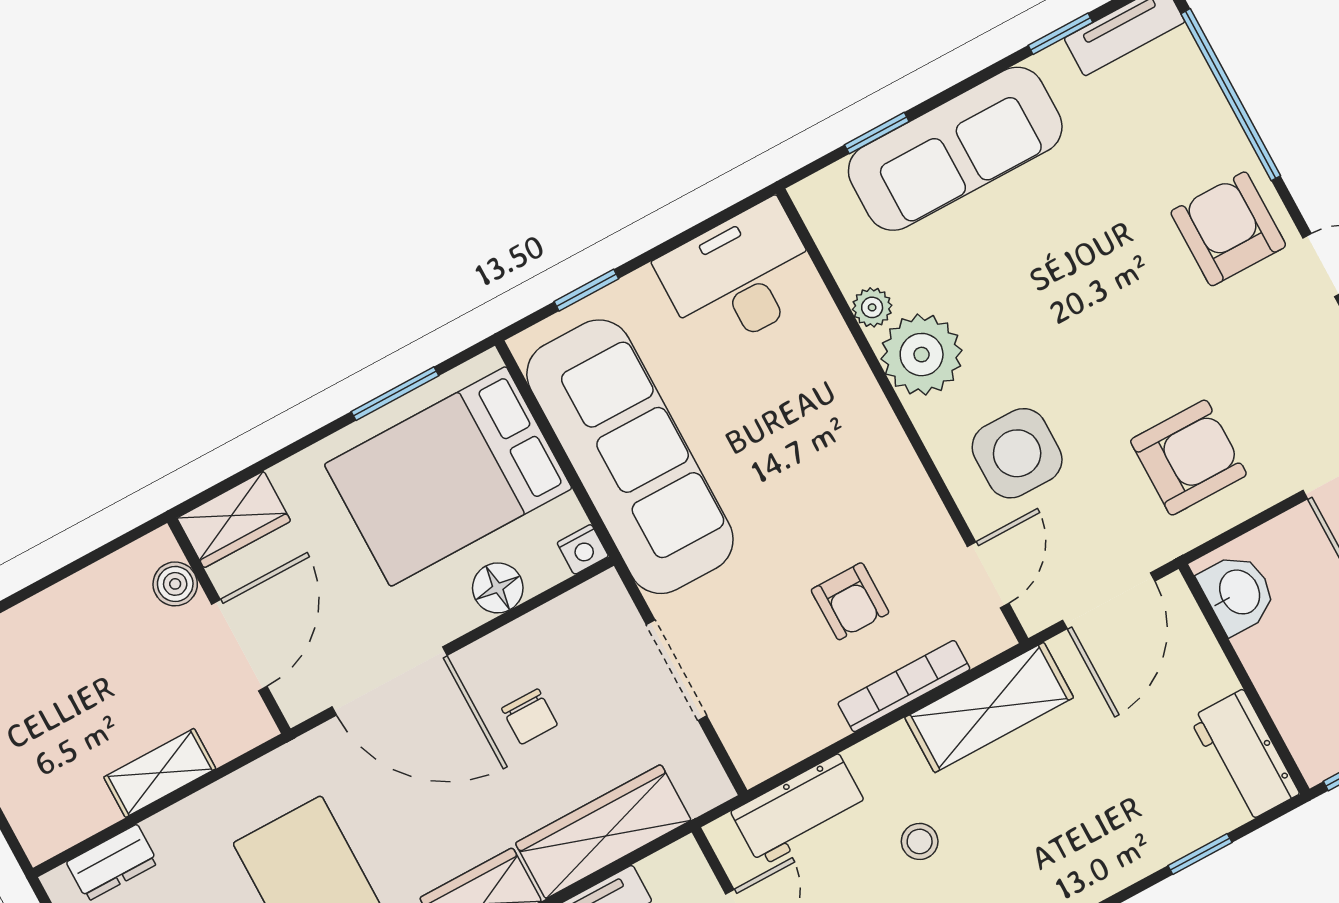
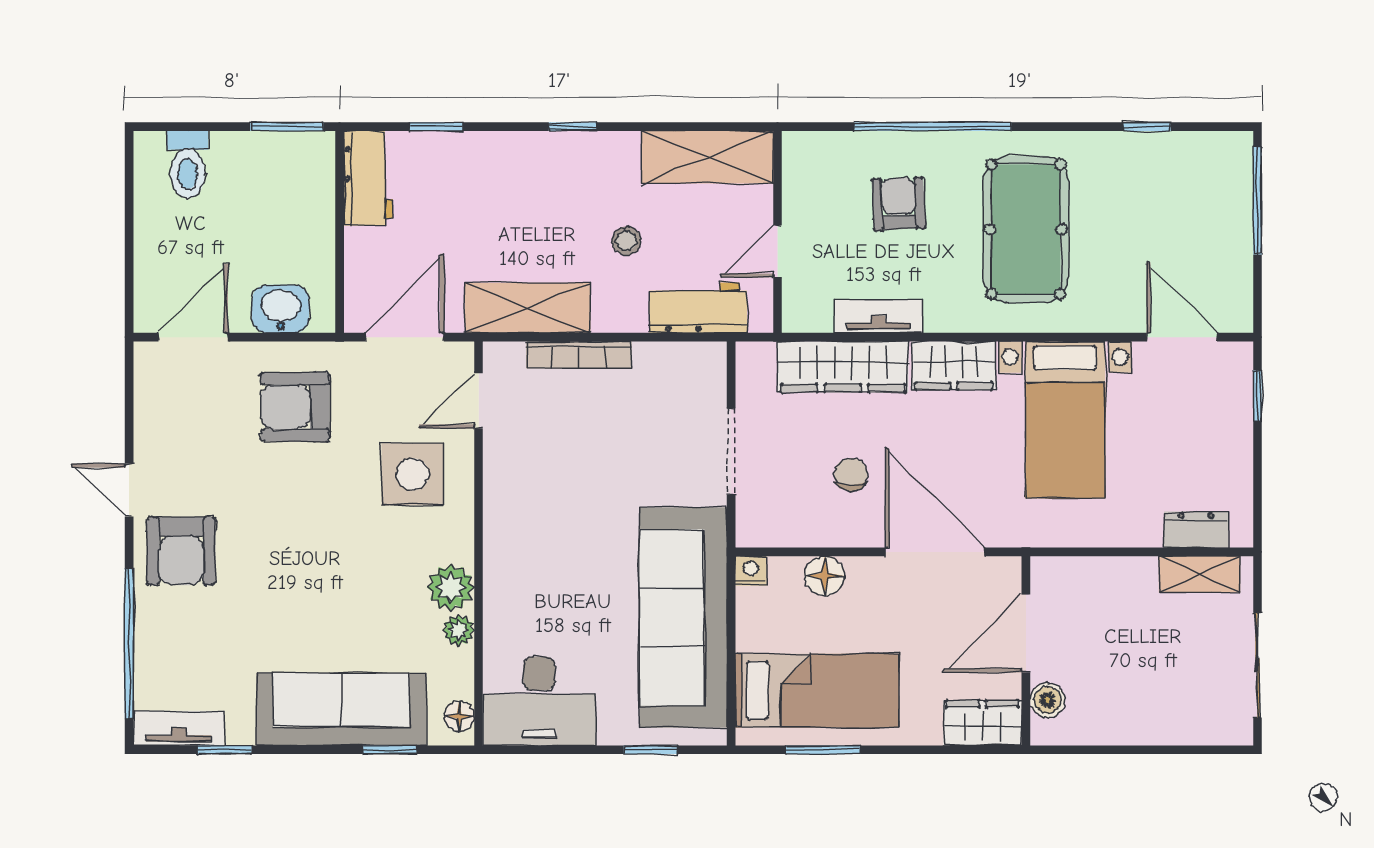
floor lamp: (820, 212) -> (459, 716), added
plant: (922, 355) -> (451, 587), width x0.73, depth x0.73
bed: (448, 476) -> (817, 691), width x0.67
washbasin: (1238, 593) -> (281, 309), moved, turned 90
armchair: (850, 601) -> (585, 434), removed
shelving: (160, 773) -> (1199, 574), moved

